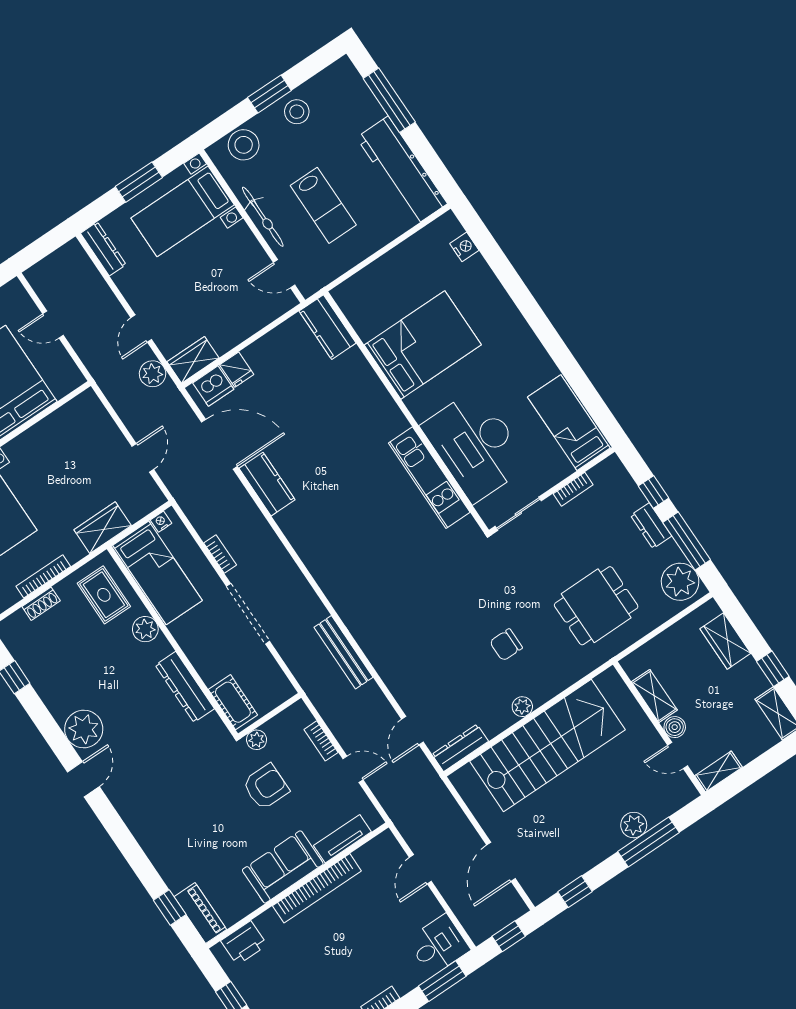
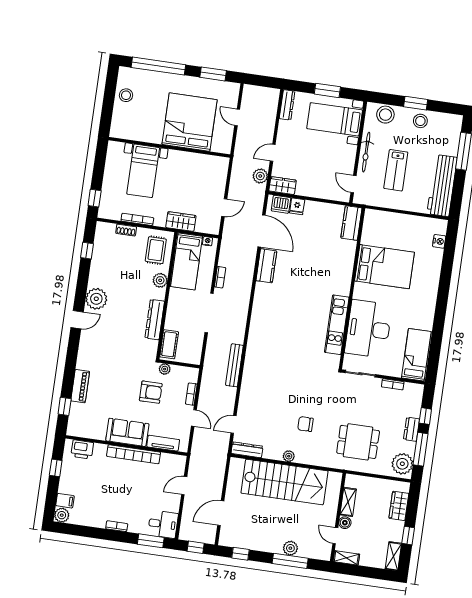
piano: (200, 913) -> (80, 386), moved

